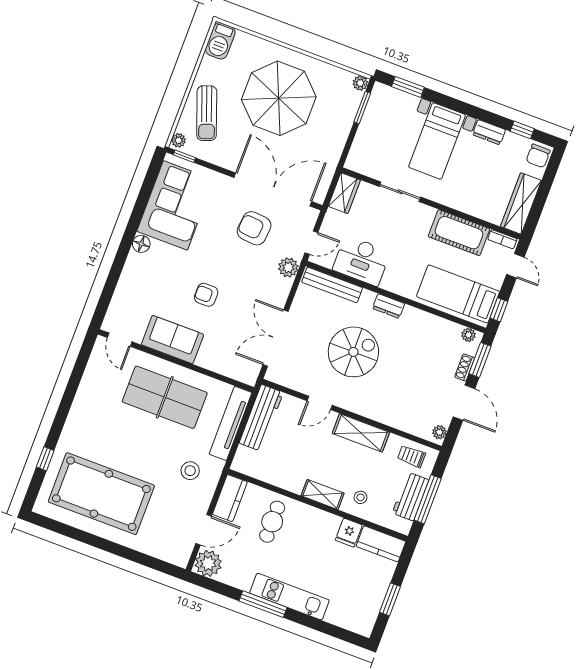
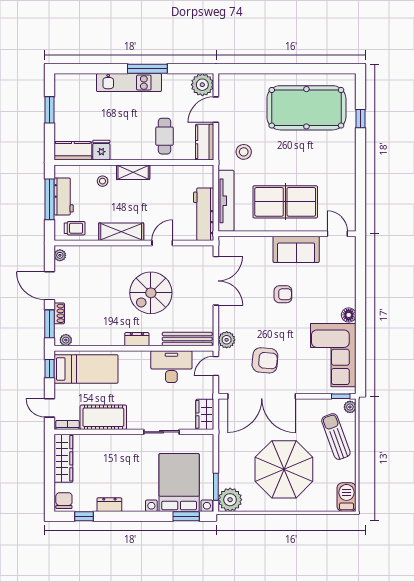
plant: (360, 83) -> (230, 500), width x1.88, depth x1.88
bed with nightstands: (437, 141) -> (179, 483), moved, width x1.36

